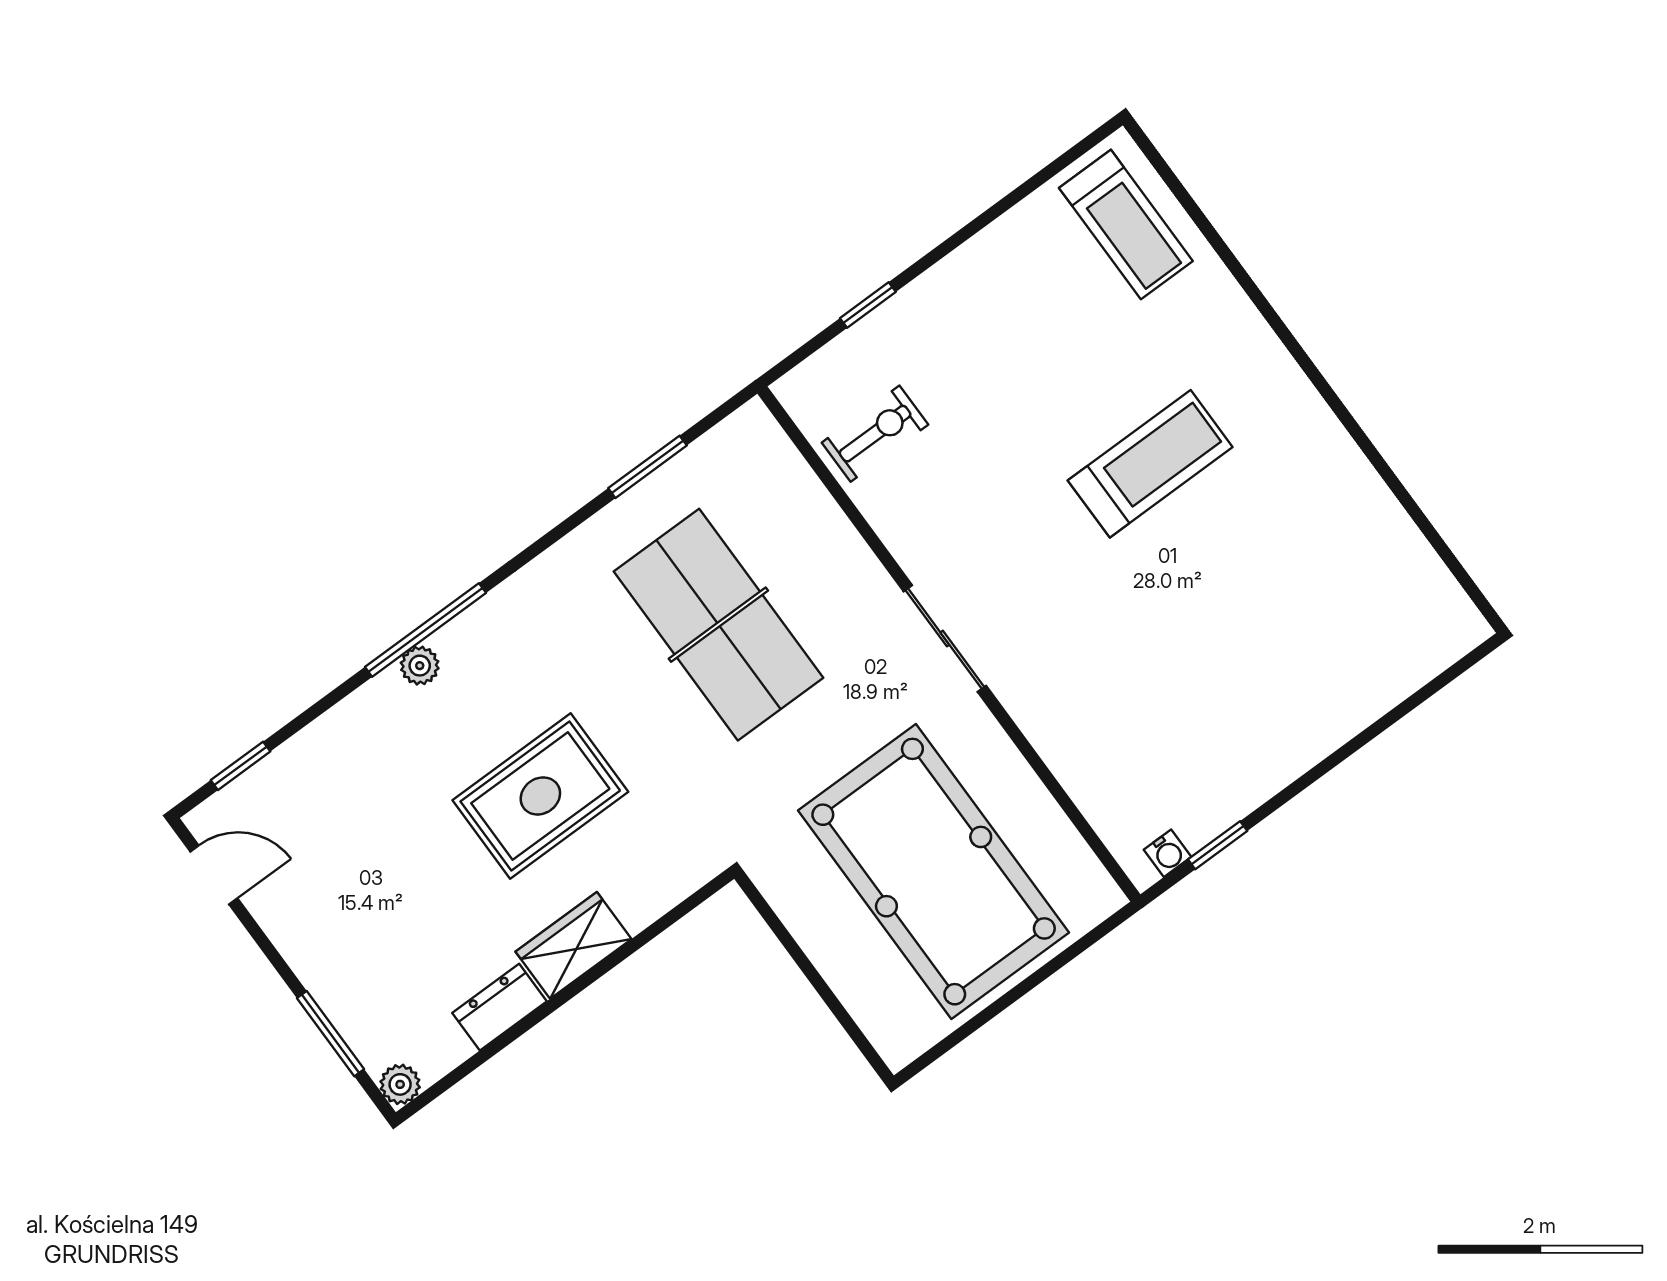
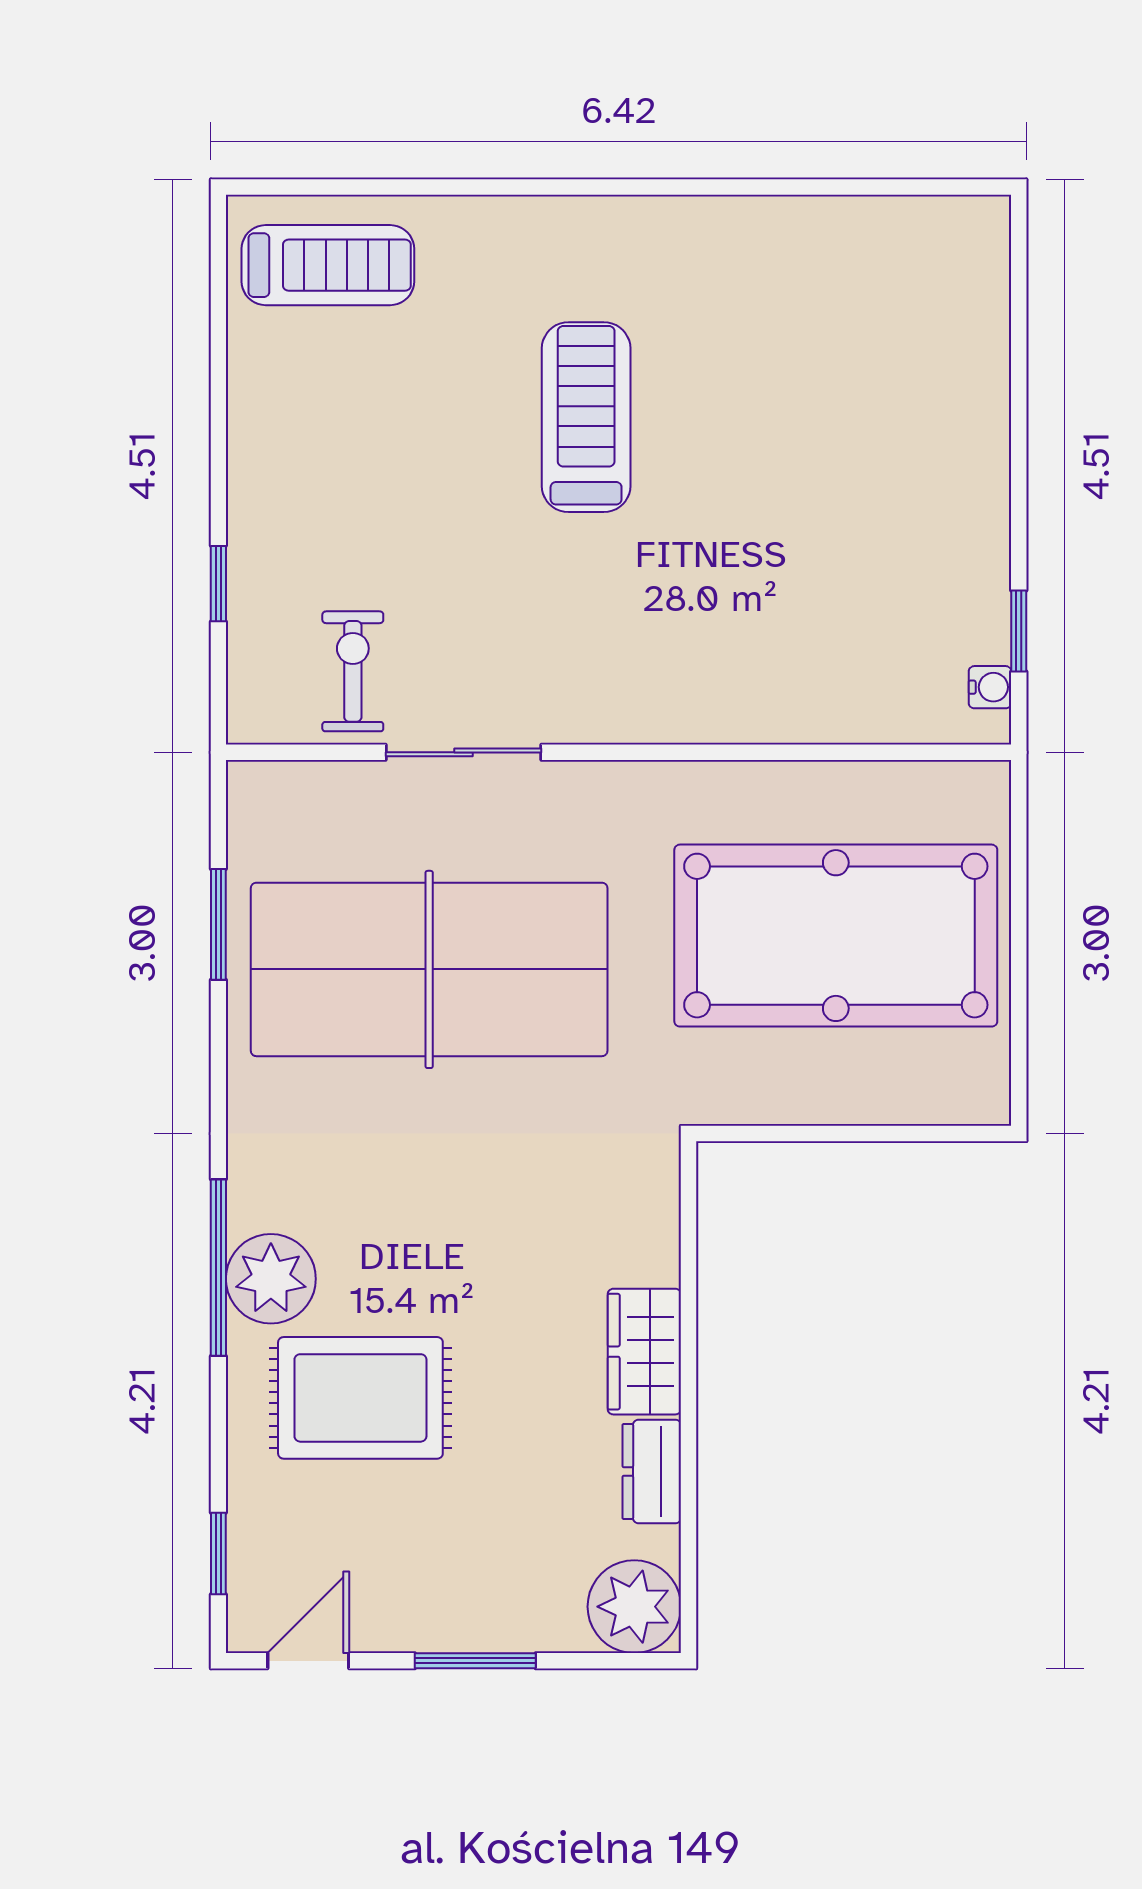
table tennis table: (718, 625) -> (429, 969), width x1.36, depth x1.32
sliding door: (945, 639) -> (464, 752), moved
plant: (420, 666) -> (271, 1279), width x1.87, depth x1.87
rug: (540, 796) -> (360, 1398), moved, turned 90
window: (331, 1034) -> (475, 1661), moved
plant: (400, 1084) -> (634, 1607), width x1.88, depth x1.88

